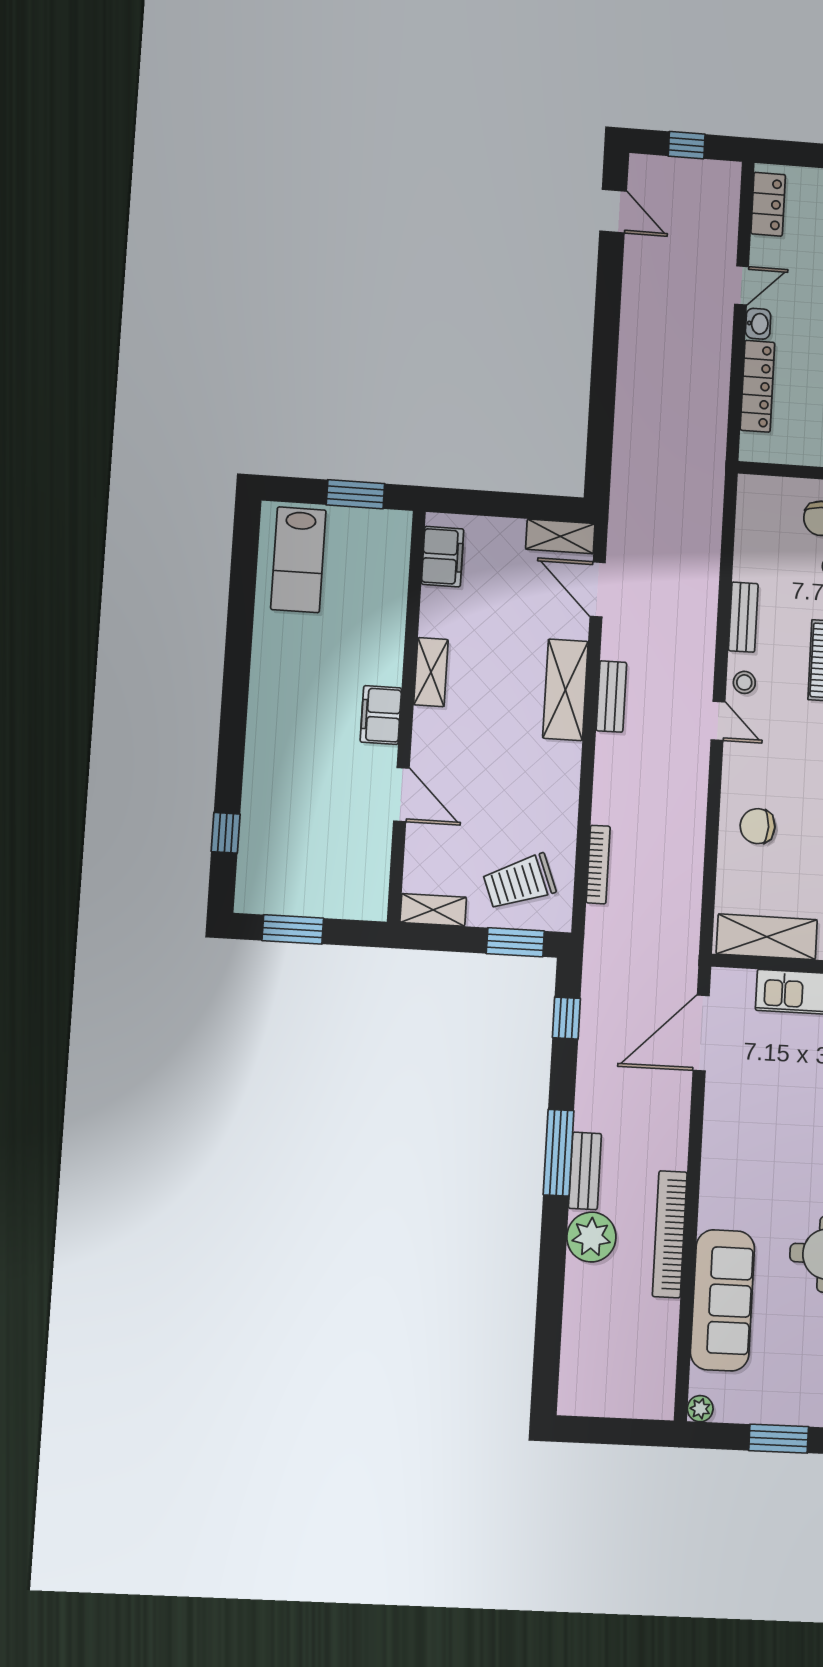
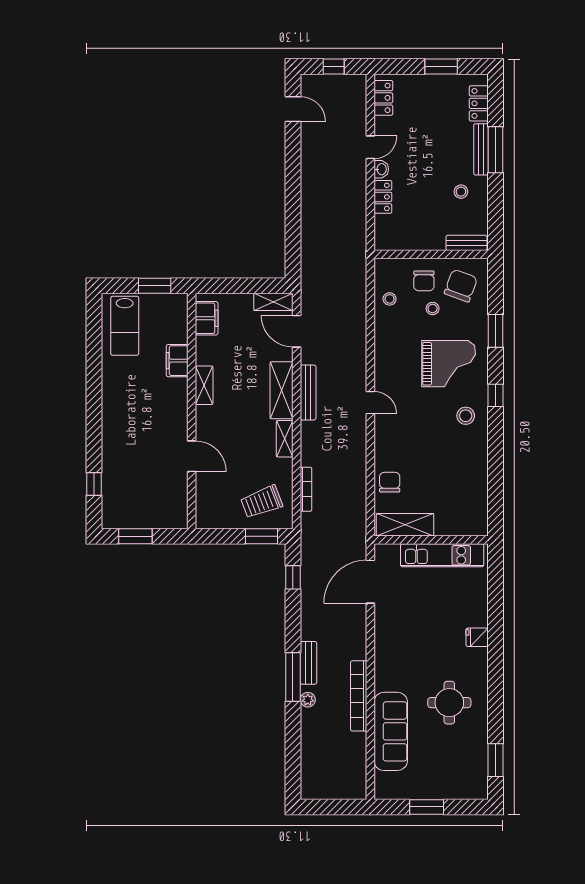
locker: (757, 386) -> (383, 197), width x0.66
bench: (743, 617) -> (382, 342), removed
stool: (744, 682) -> (390, 299), moved
bench: (611, 696) -> (308, 392), width x1.36
filing cabinet: (381, 715) -> (177, 361), moved
chair: (758, 826) -> (390, 482), moved, turned 90
shelving: (433, 910) -> (285, 439), moved, turned 90
window: (559, 1153) -> (293, 677), moved
plant: (591, 1237) -> (308, 700), width x0.53, depth x0.53
plant: (700, 1409) -> (381, 792), removed

